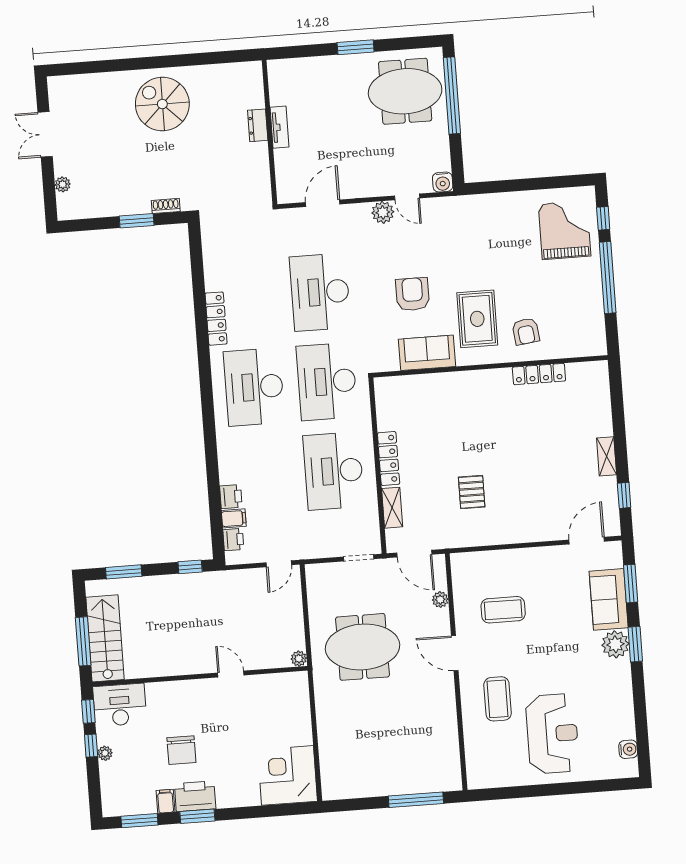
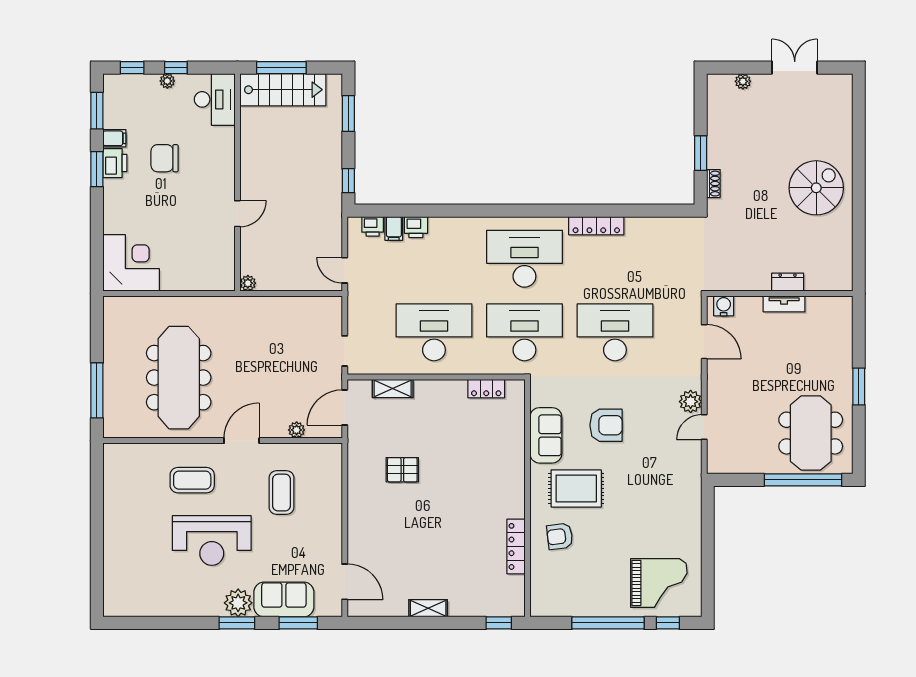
water cooler: (443, 182) -> (724, 306), moved, turned 90
locker: (389, 459) -> (486, 389), moved, width x0.66
window: (624, 495) -> (499, 623), moved
meeting table: (363, 647) -> (179, 378), moved, width x1.36
window: (88, 711) -> (132, 68), moved
reception desk: (552, 734) -> (212, 541), moved
water cooler: (628, 749) -> (132, 608), removed
printer: (195, 796) -> (115, 163), width x0.73, depth x0.84

